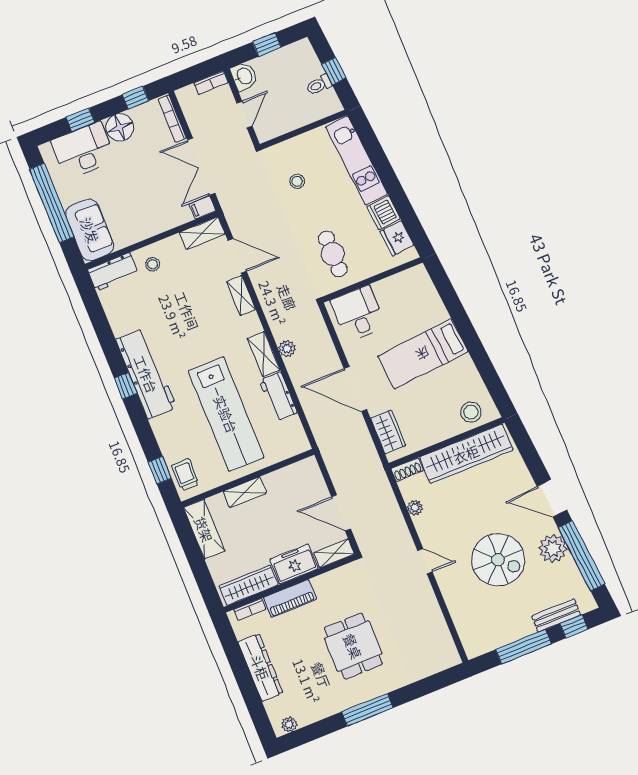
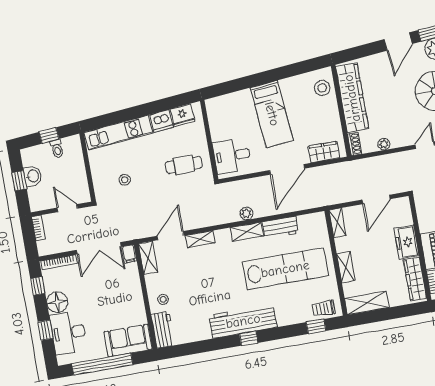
washbasin: (244, 76) -> (33, 176), moved, turned 90
shelving: (334, 553) -> (338, 223), moved

